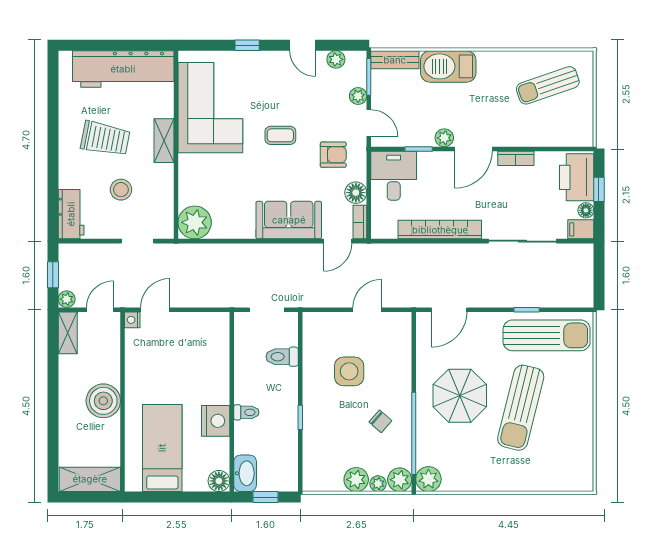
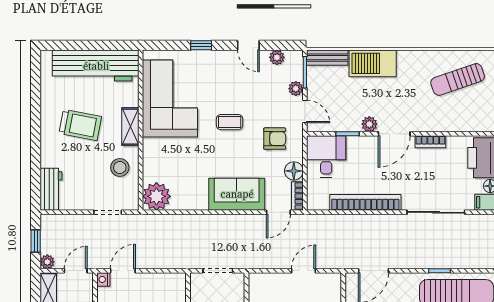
stool: (121, 190) -> (120, 167), moved

